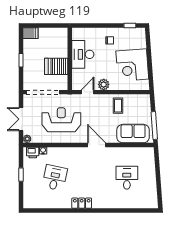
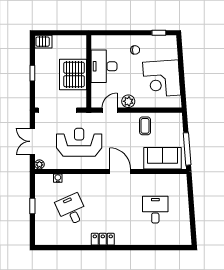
server rack: (56, 66) -> (73, 74), width x1.60
printer: (33, 152) -> (46, 180), removed
desk: (55, 178) -> (71, 210), turned -36

